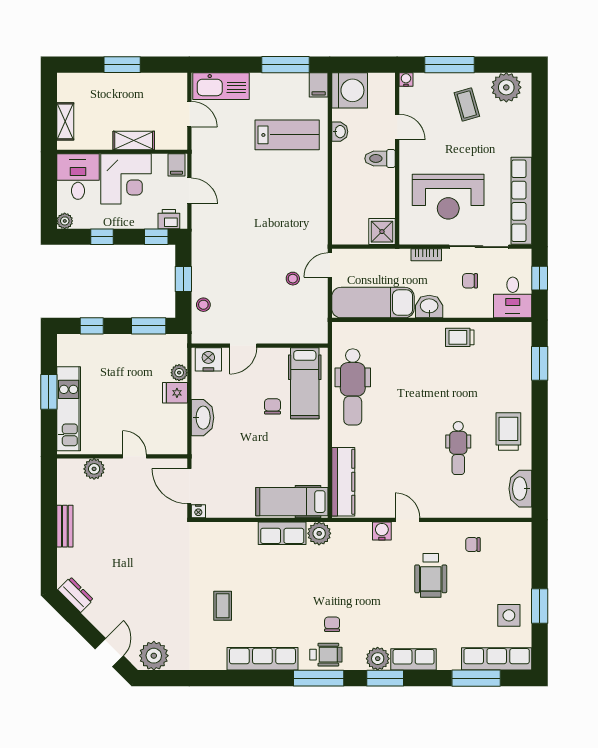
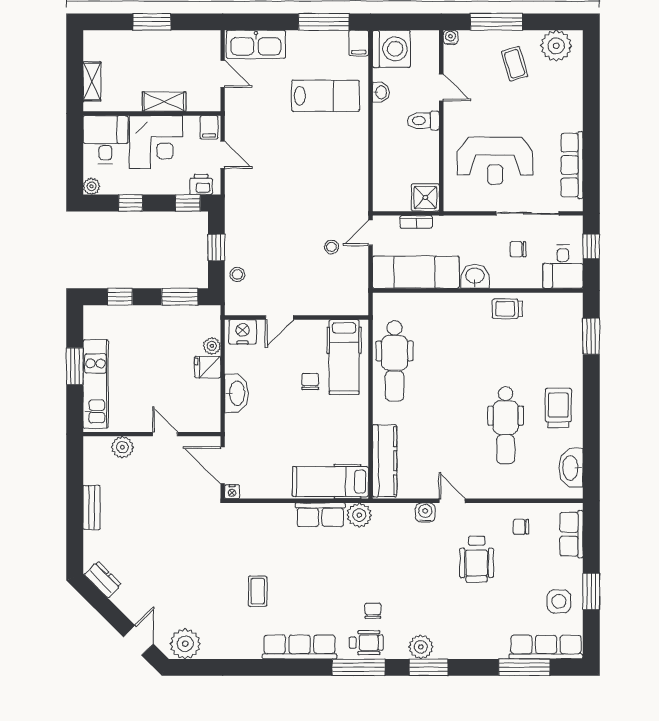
row of seats: (521, 201) -> (572, 165), width x0.73
bookcase: (426, 255) -> (416, 222), moved
dental chair: (458, 448) -> (506, 425), width x1.36, depth x1.38
row of seats: (414, 659) -> (571, 534), moved, turned -90

